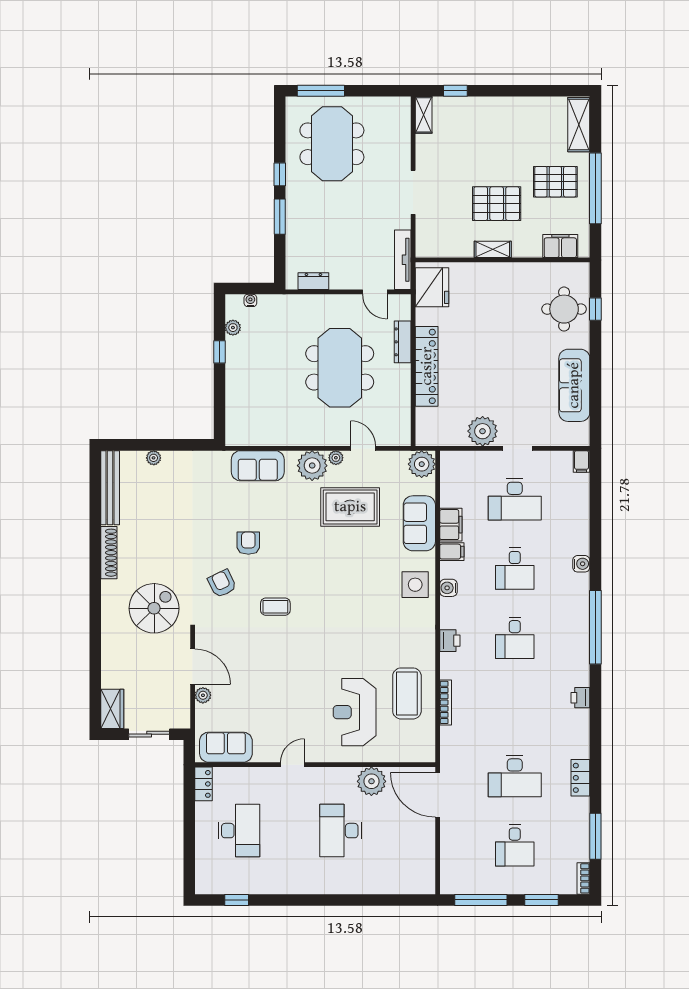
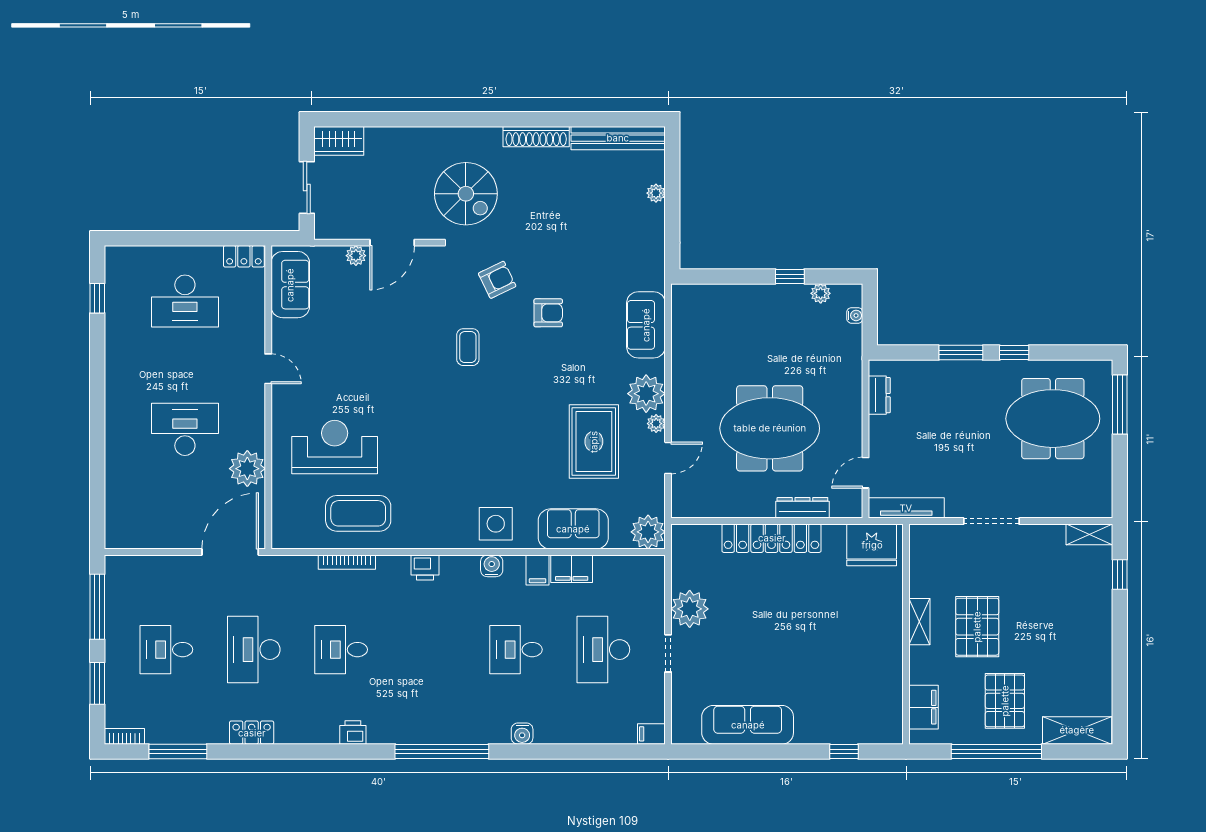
round table: (564, 309) -> (844, 712), removed
desk: (515, 638) -> (341, 650), moved

